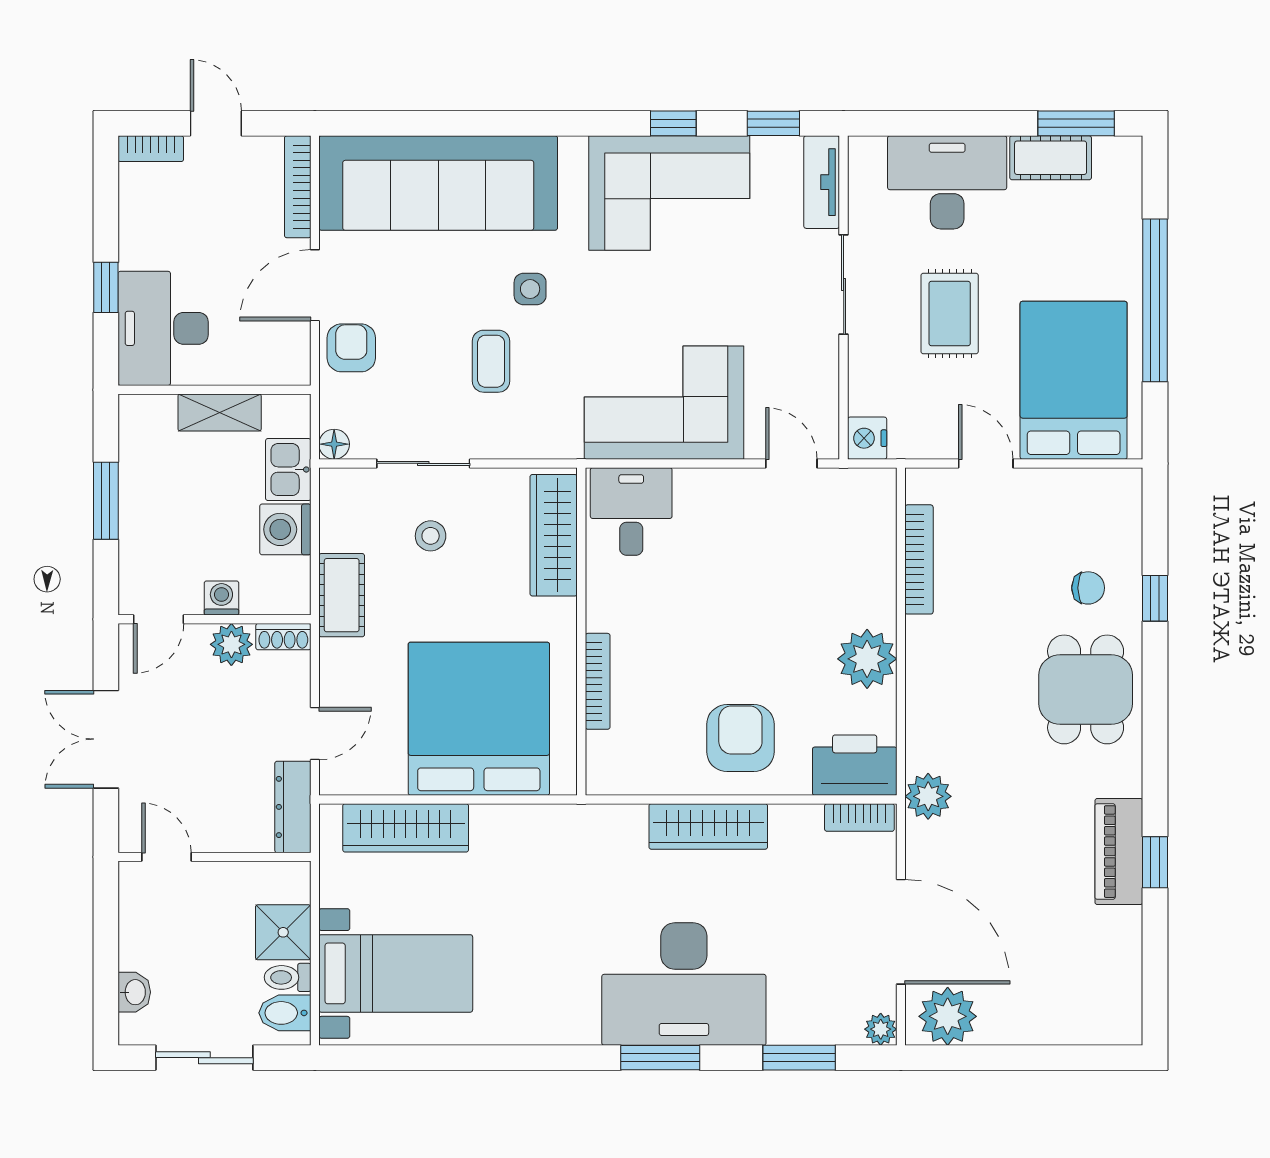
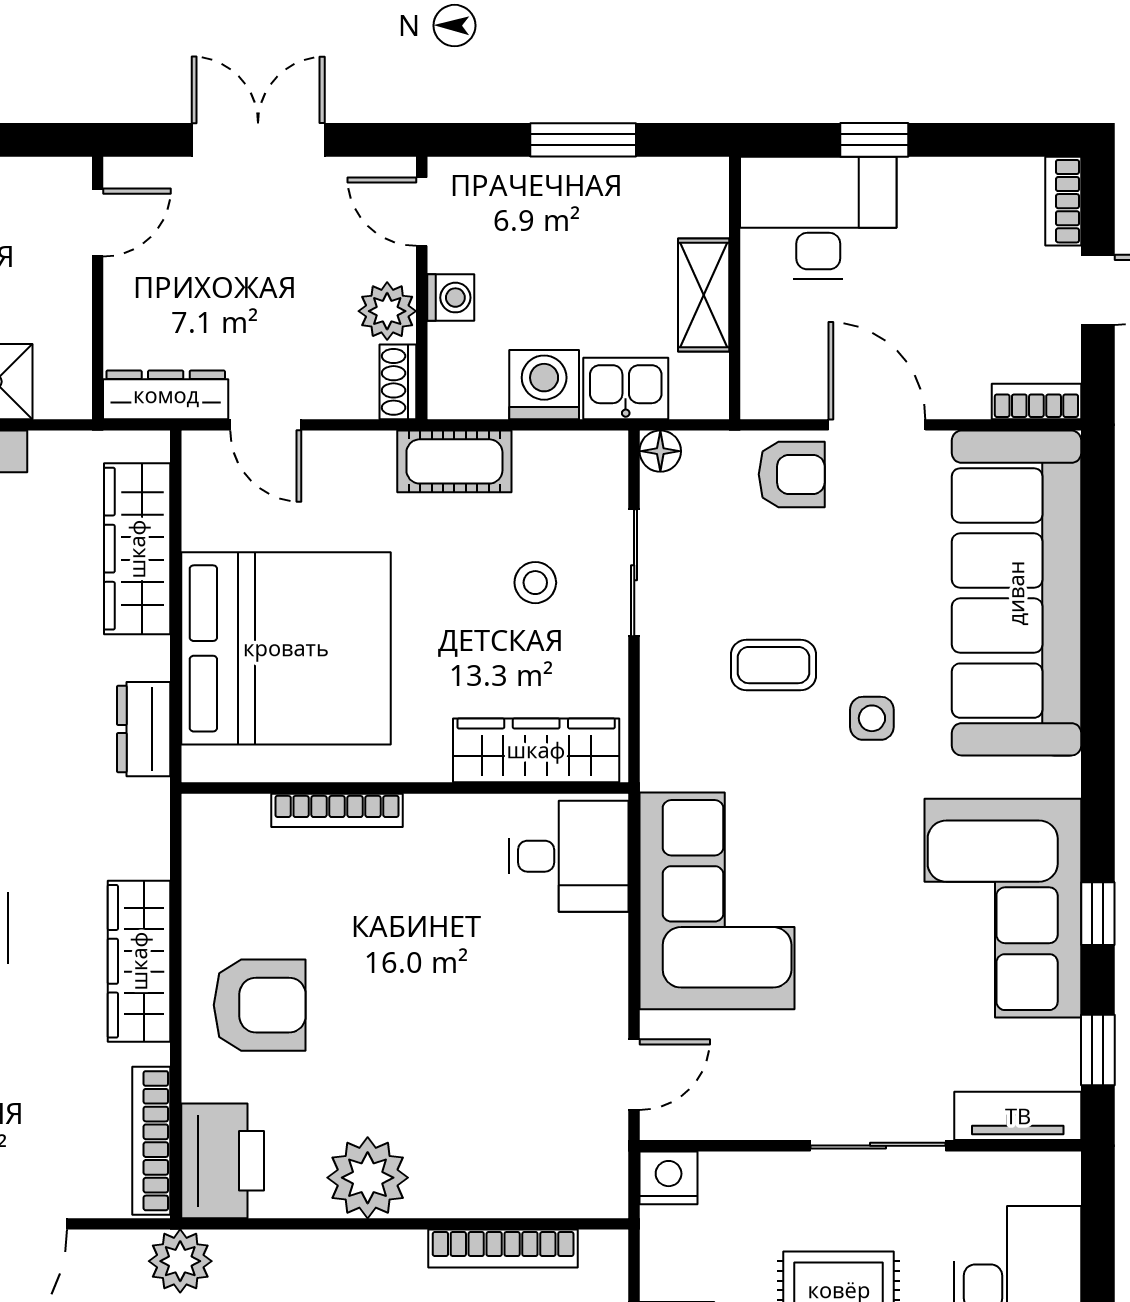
bookcase: (298, 187) -> (1036, 401), width x0.64
bookcase: (859, 818) -> (151, 1141), width x1.56
dresser: (538, 823) -> (144, 729), added

